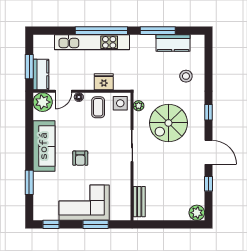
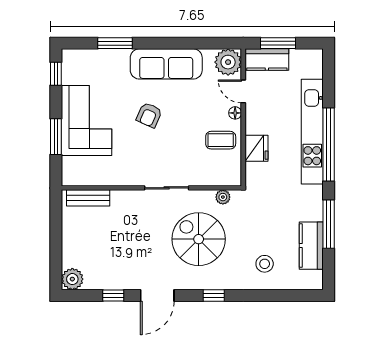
side table: (120, 103) -> (226, 171), removed
armchair: (80, 158) -> (149, 115), turned -66

